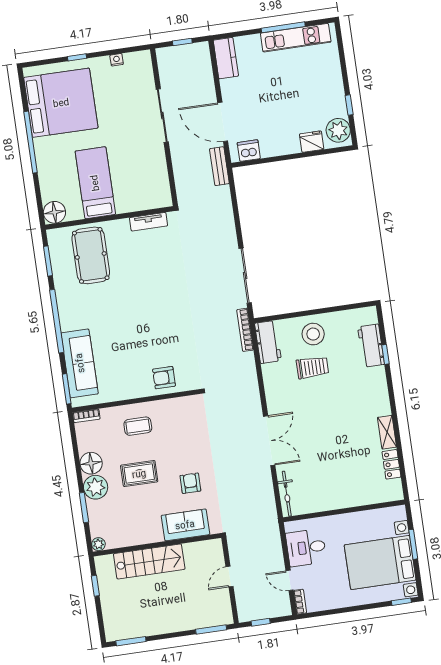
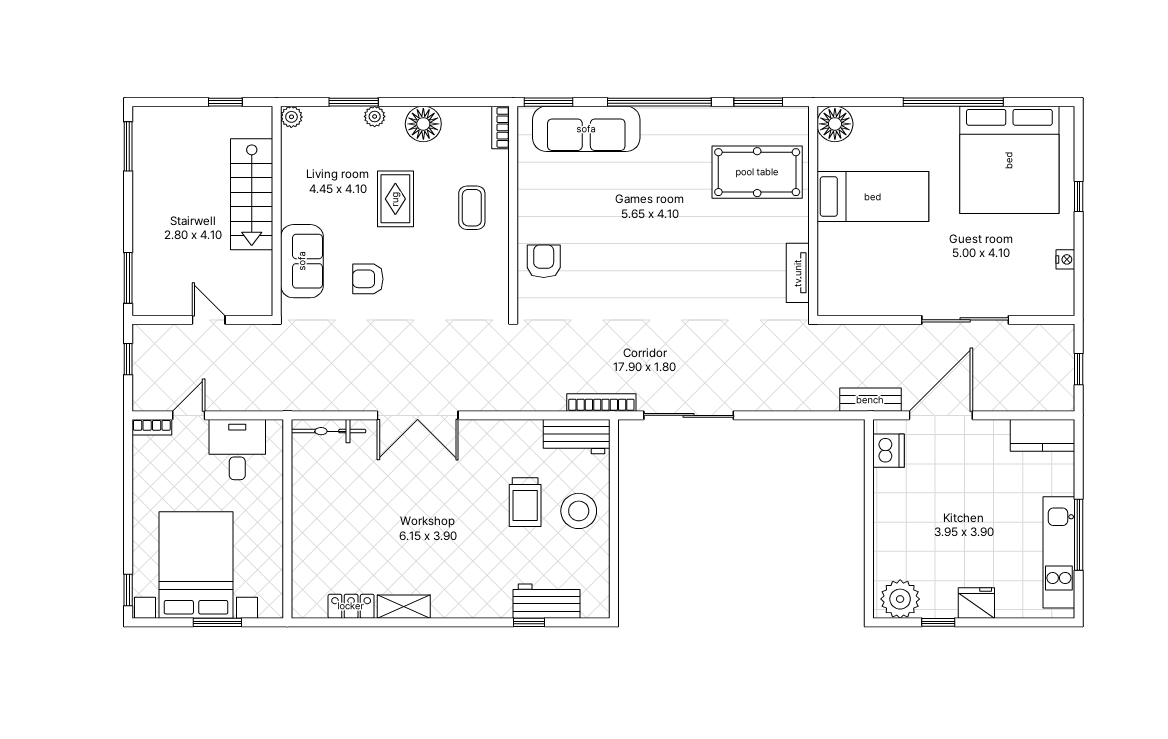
fridge: (312, 142) -> (976, 603), moved, turned -90
armchair: (190, 483) -> (368, 279), turned 180
plant: (96, 487) -> (375, 116), width x0.53, depth x0.53

